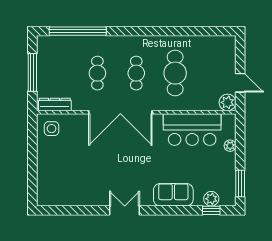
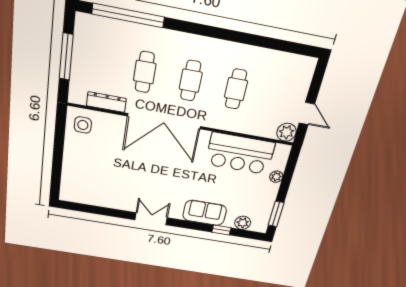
cafe table: (175, 73) -> (236, 89), width x0.73, depth x0.74
dresser: (55, 104) -> (106, 102), moved
window: (211, 210) -> (222, 230), moved

